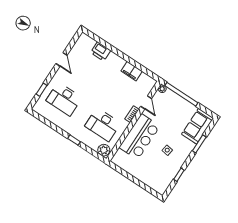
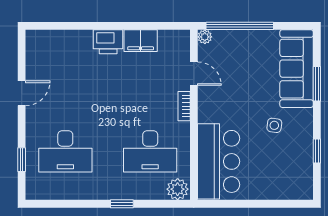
printer: (101, 51) -> (108, 42), moved
door: (61, 59) -> (22, 93), hinge flipped
sofa: (198, 126) -> (297, 69), width x1.36
bar counter: (140, 137) -> (219, 161), moved

